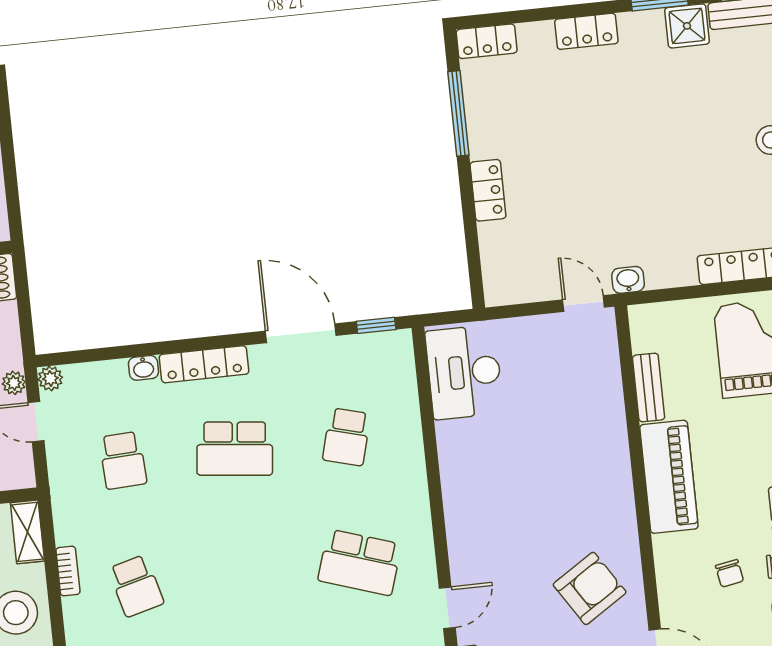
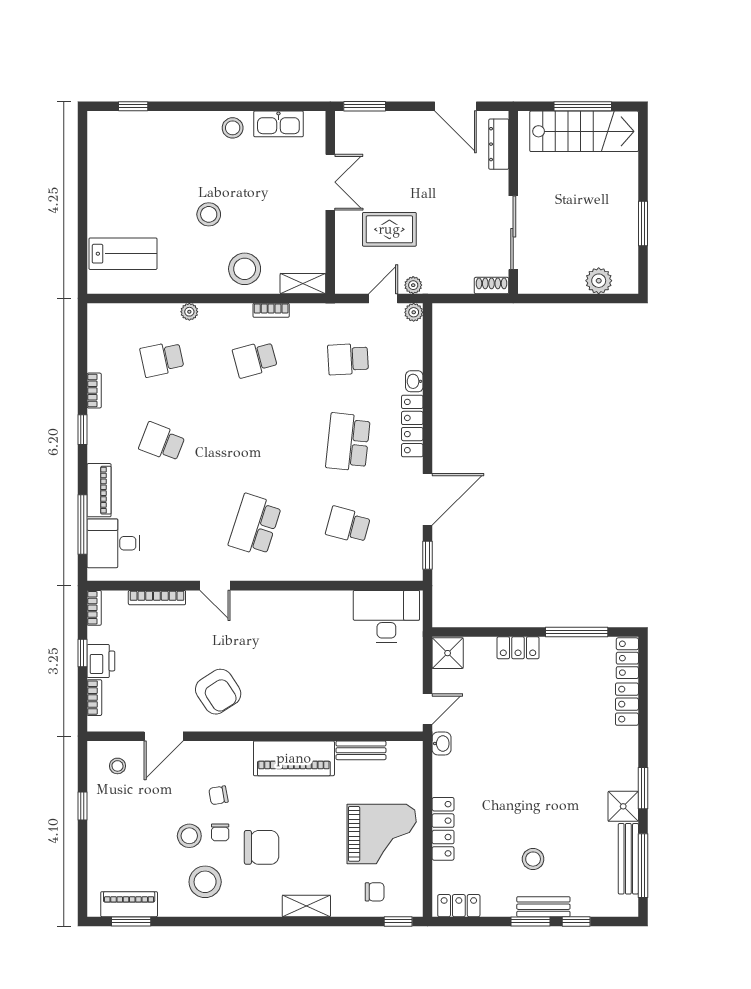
locker: (586, 31) -> (627, 704), moved
shower: (505, 284) -> (448, 653), added

